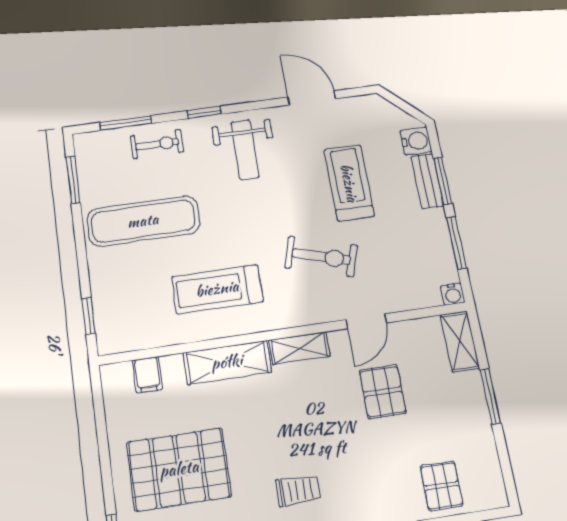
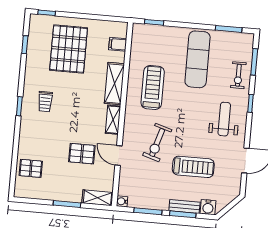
weight bench: (245, 150) -> (224, 119), turned 90

